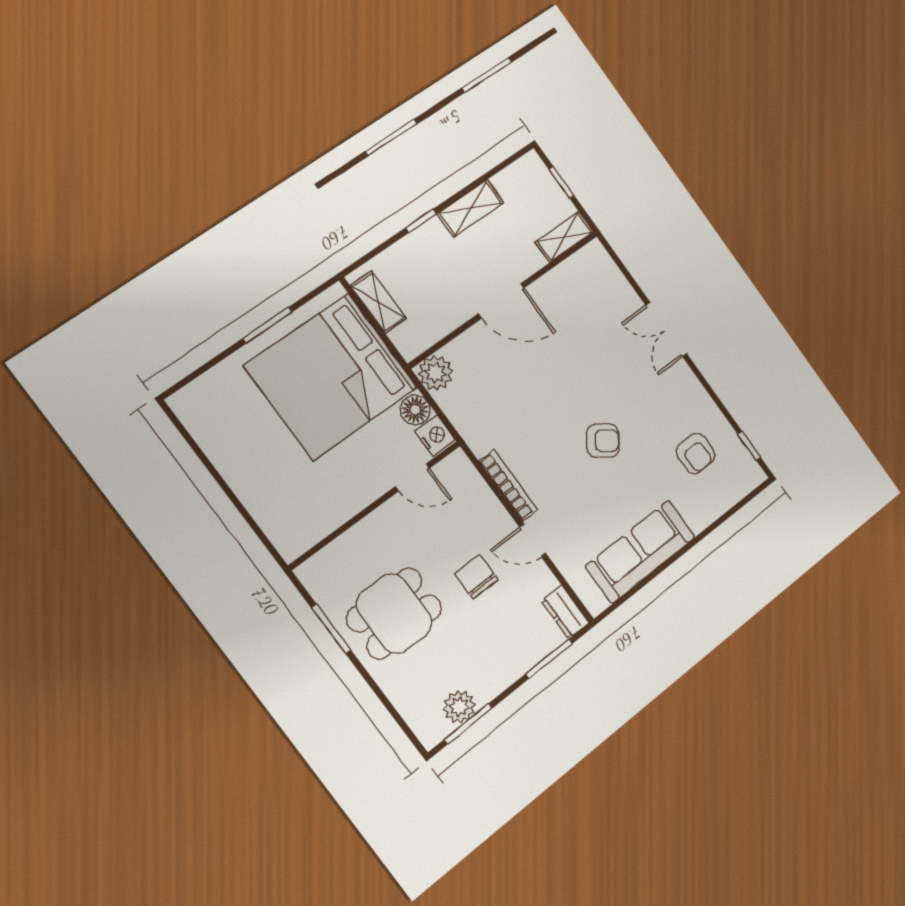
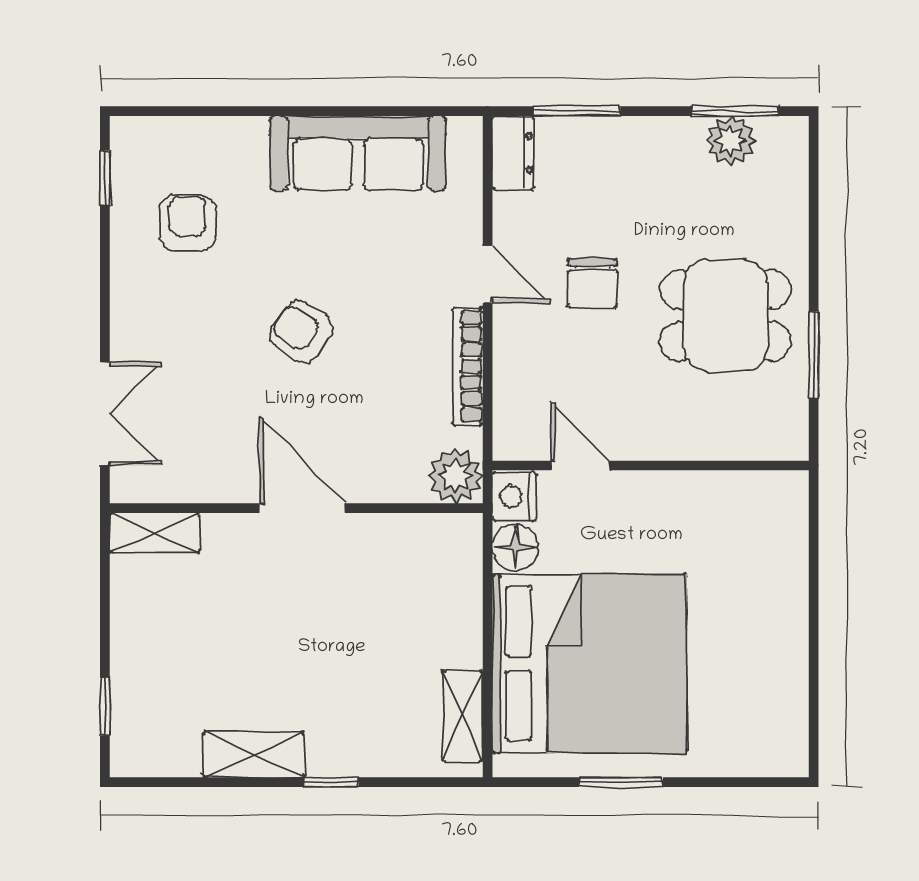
shelving: (564, 237) -> (155, 533), moved
wall: (504, 299) -> (296, 508), moved
door: (501, 301) -> (302, 508), moved
plant: (436, 373) -> (456, 476), moved

